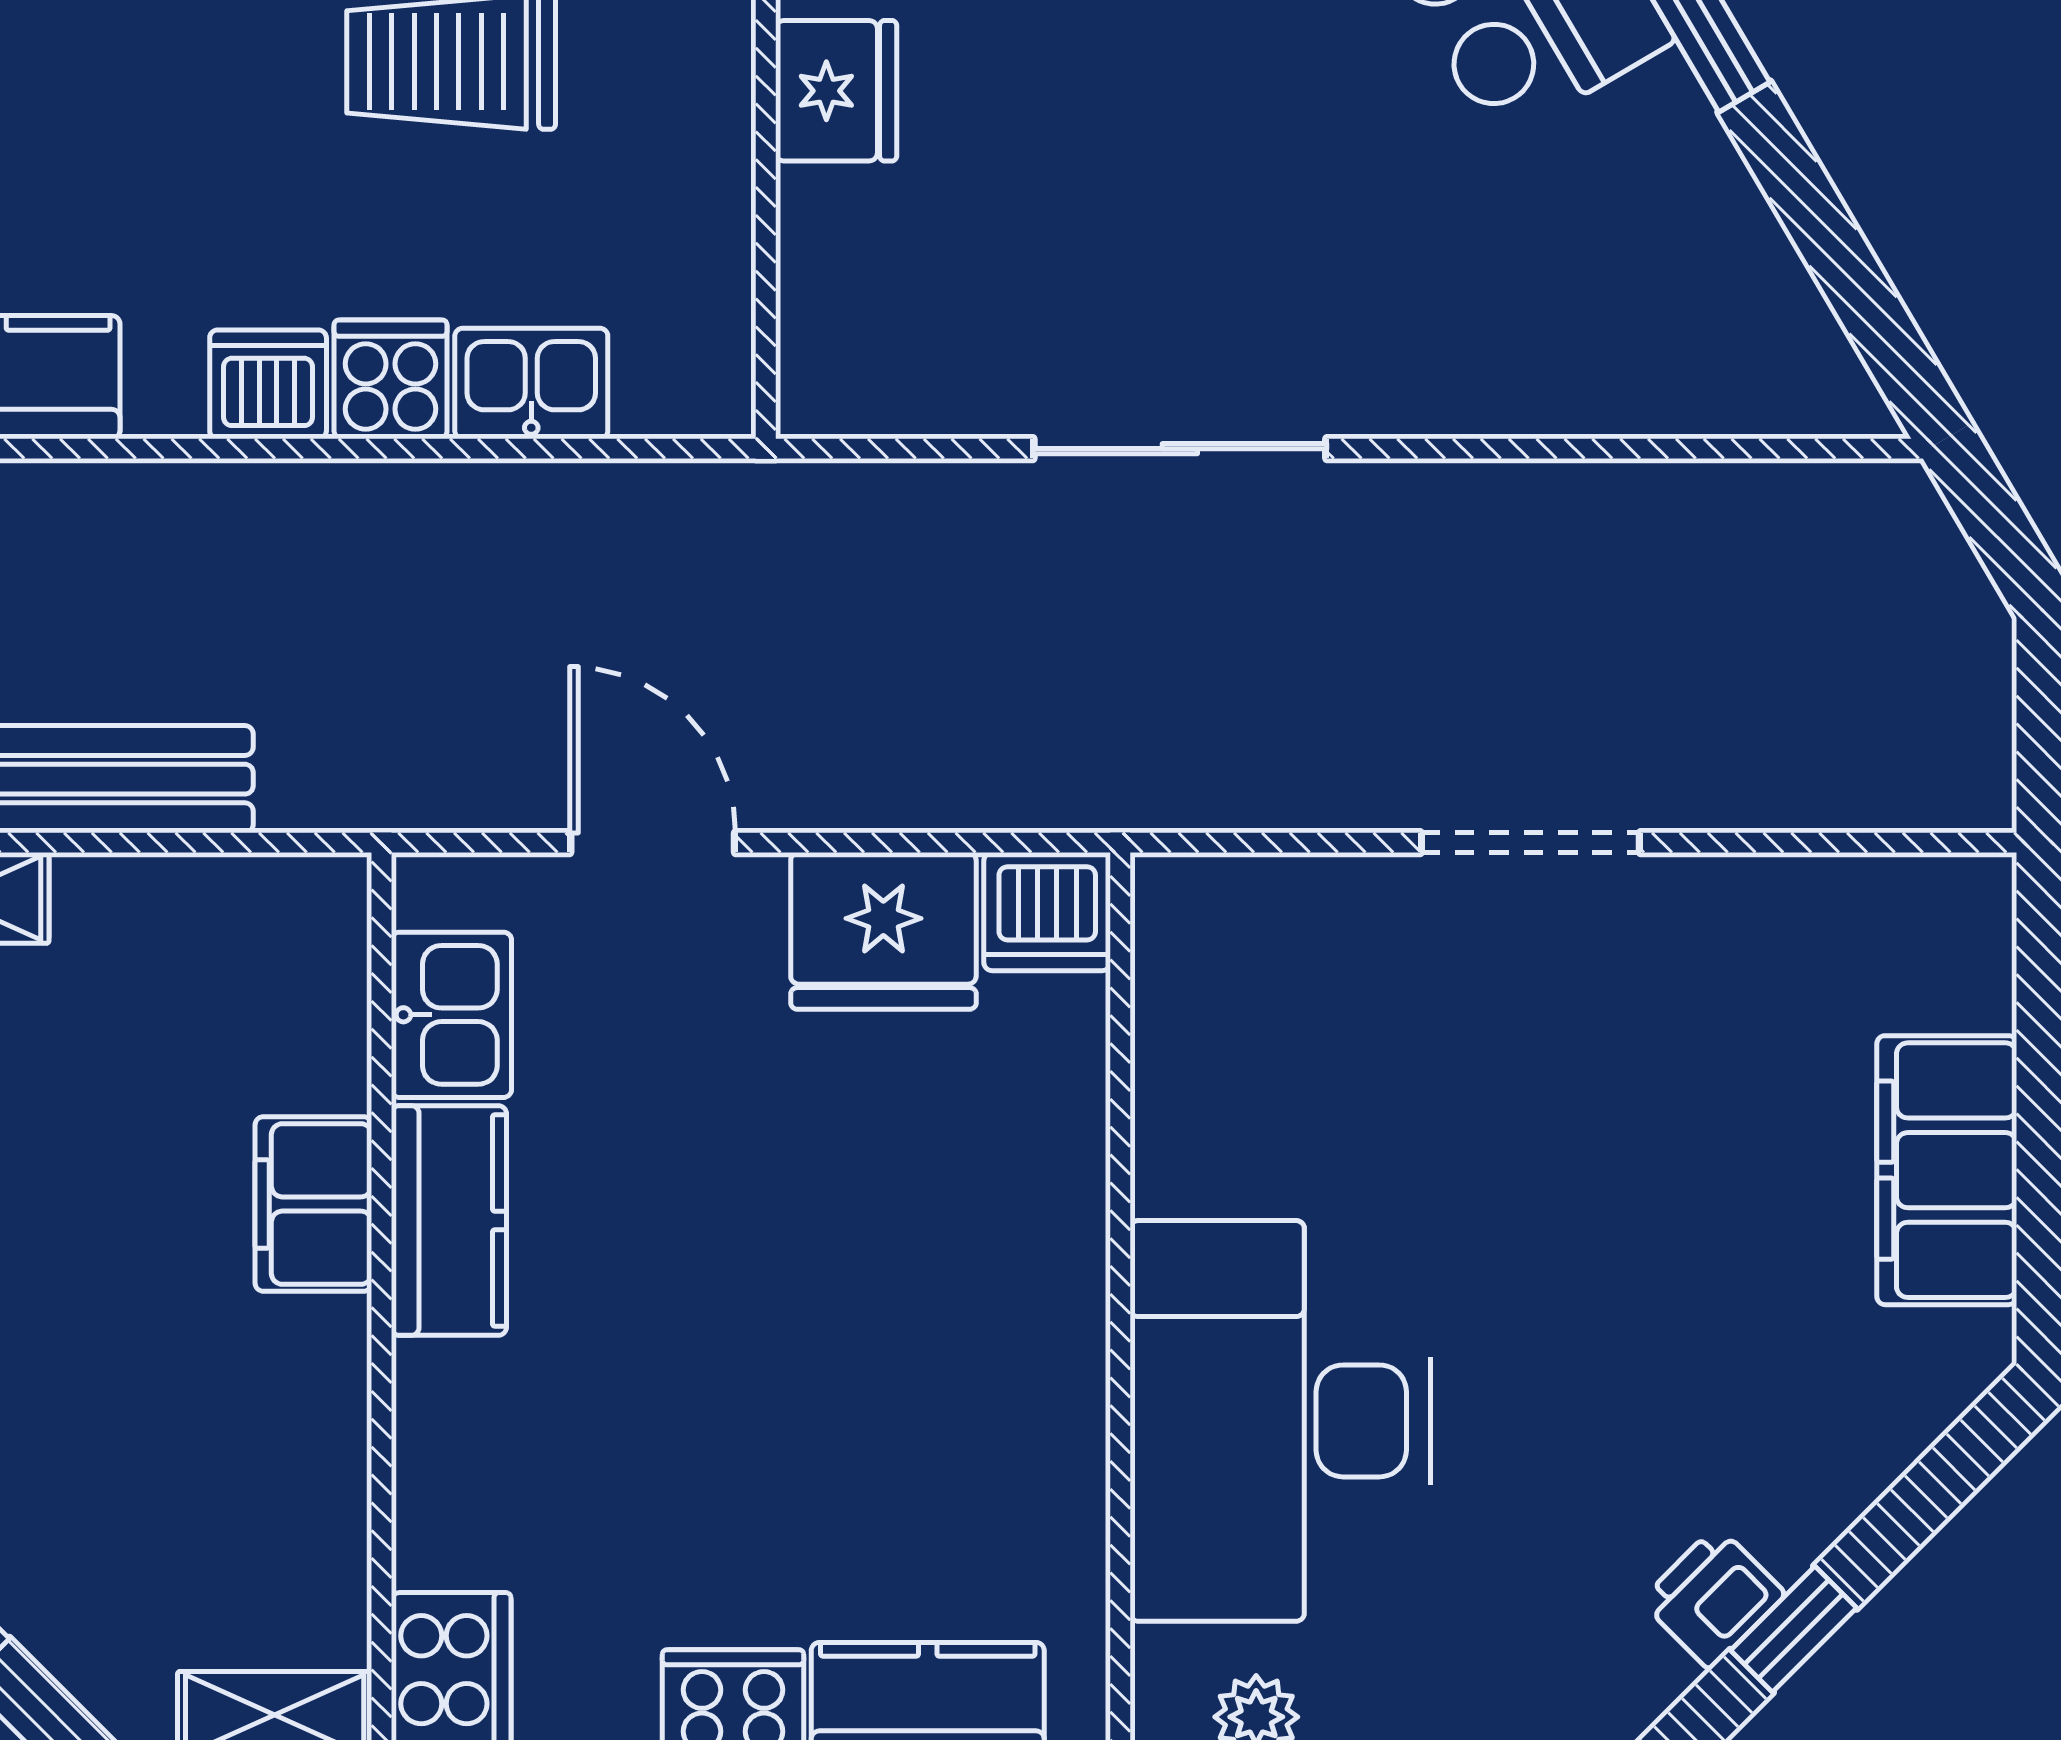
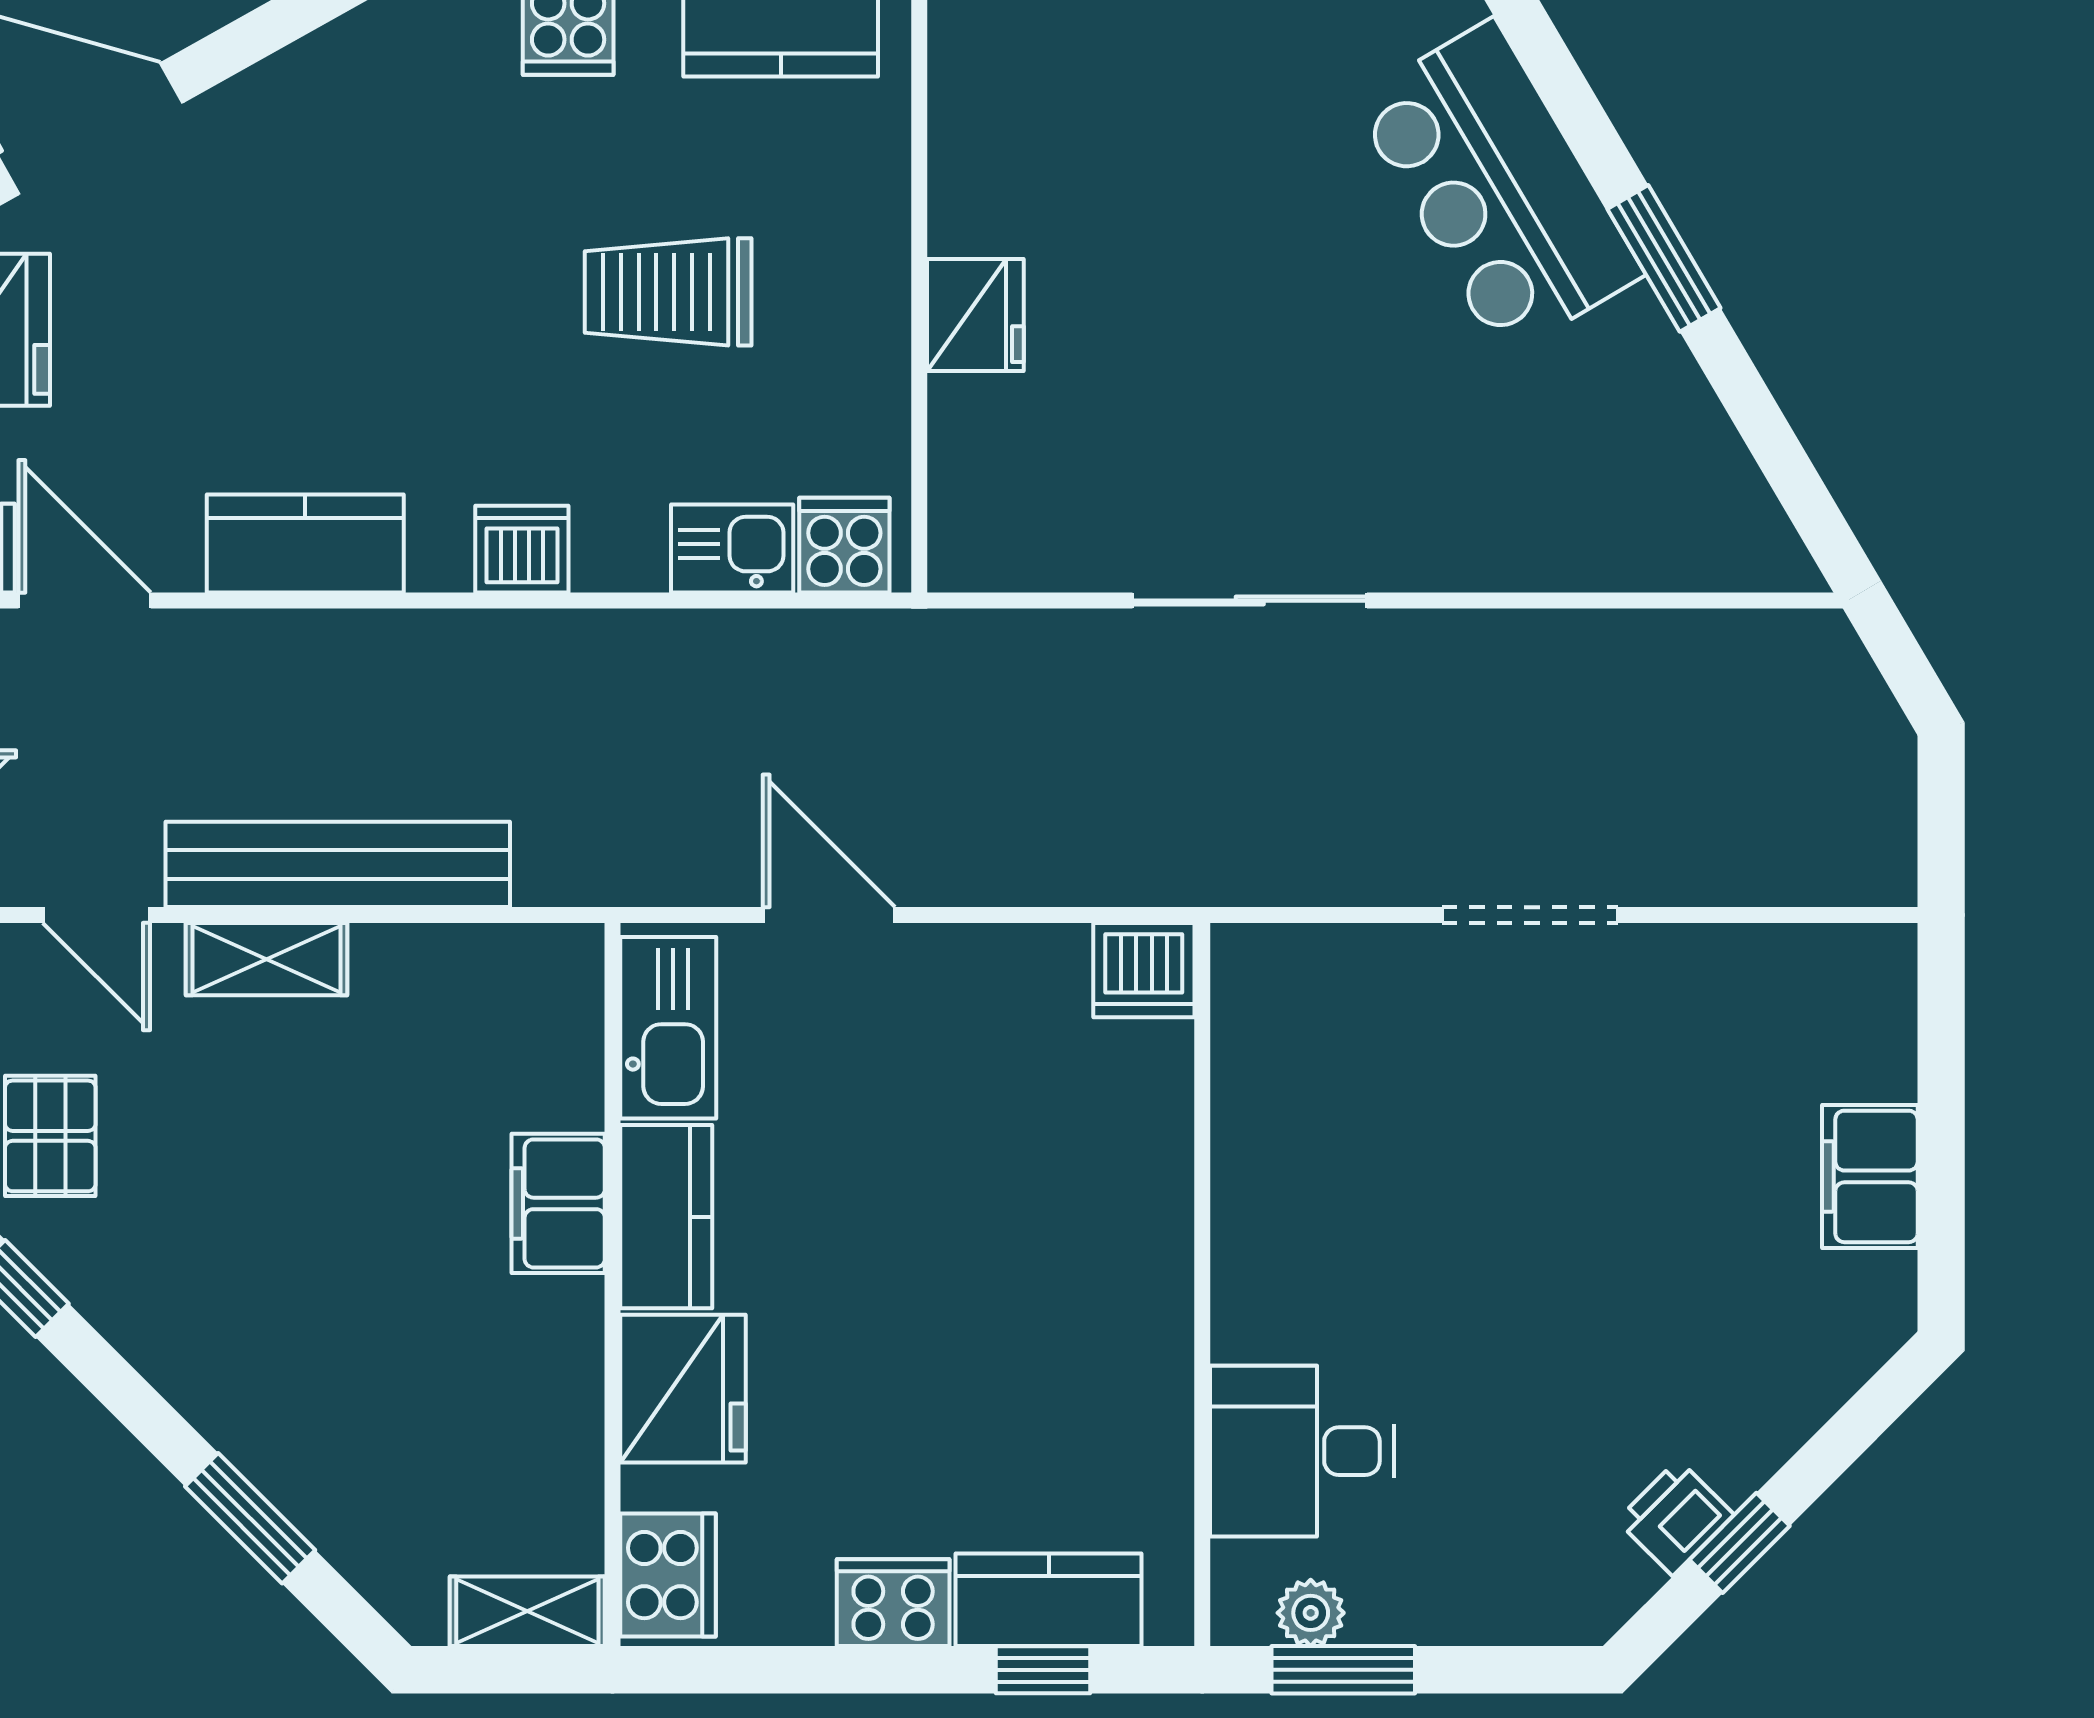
cooker: (391, 379) -> (844, 545), moved
fridge: (883, 931) -> (683, 1389), moved, turned -90
kitchen sink: (451, 1015) -> (668, 1028), width x1.38
filing cabinet: (1947, 1170) -> (1870, 1176), width x0.67, depth x0.86
desk: (1280, 1421) -> (1302, 1451), width x0.53, depth x0.77

